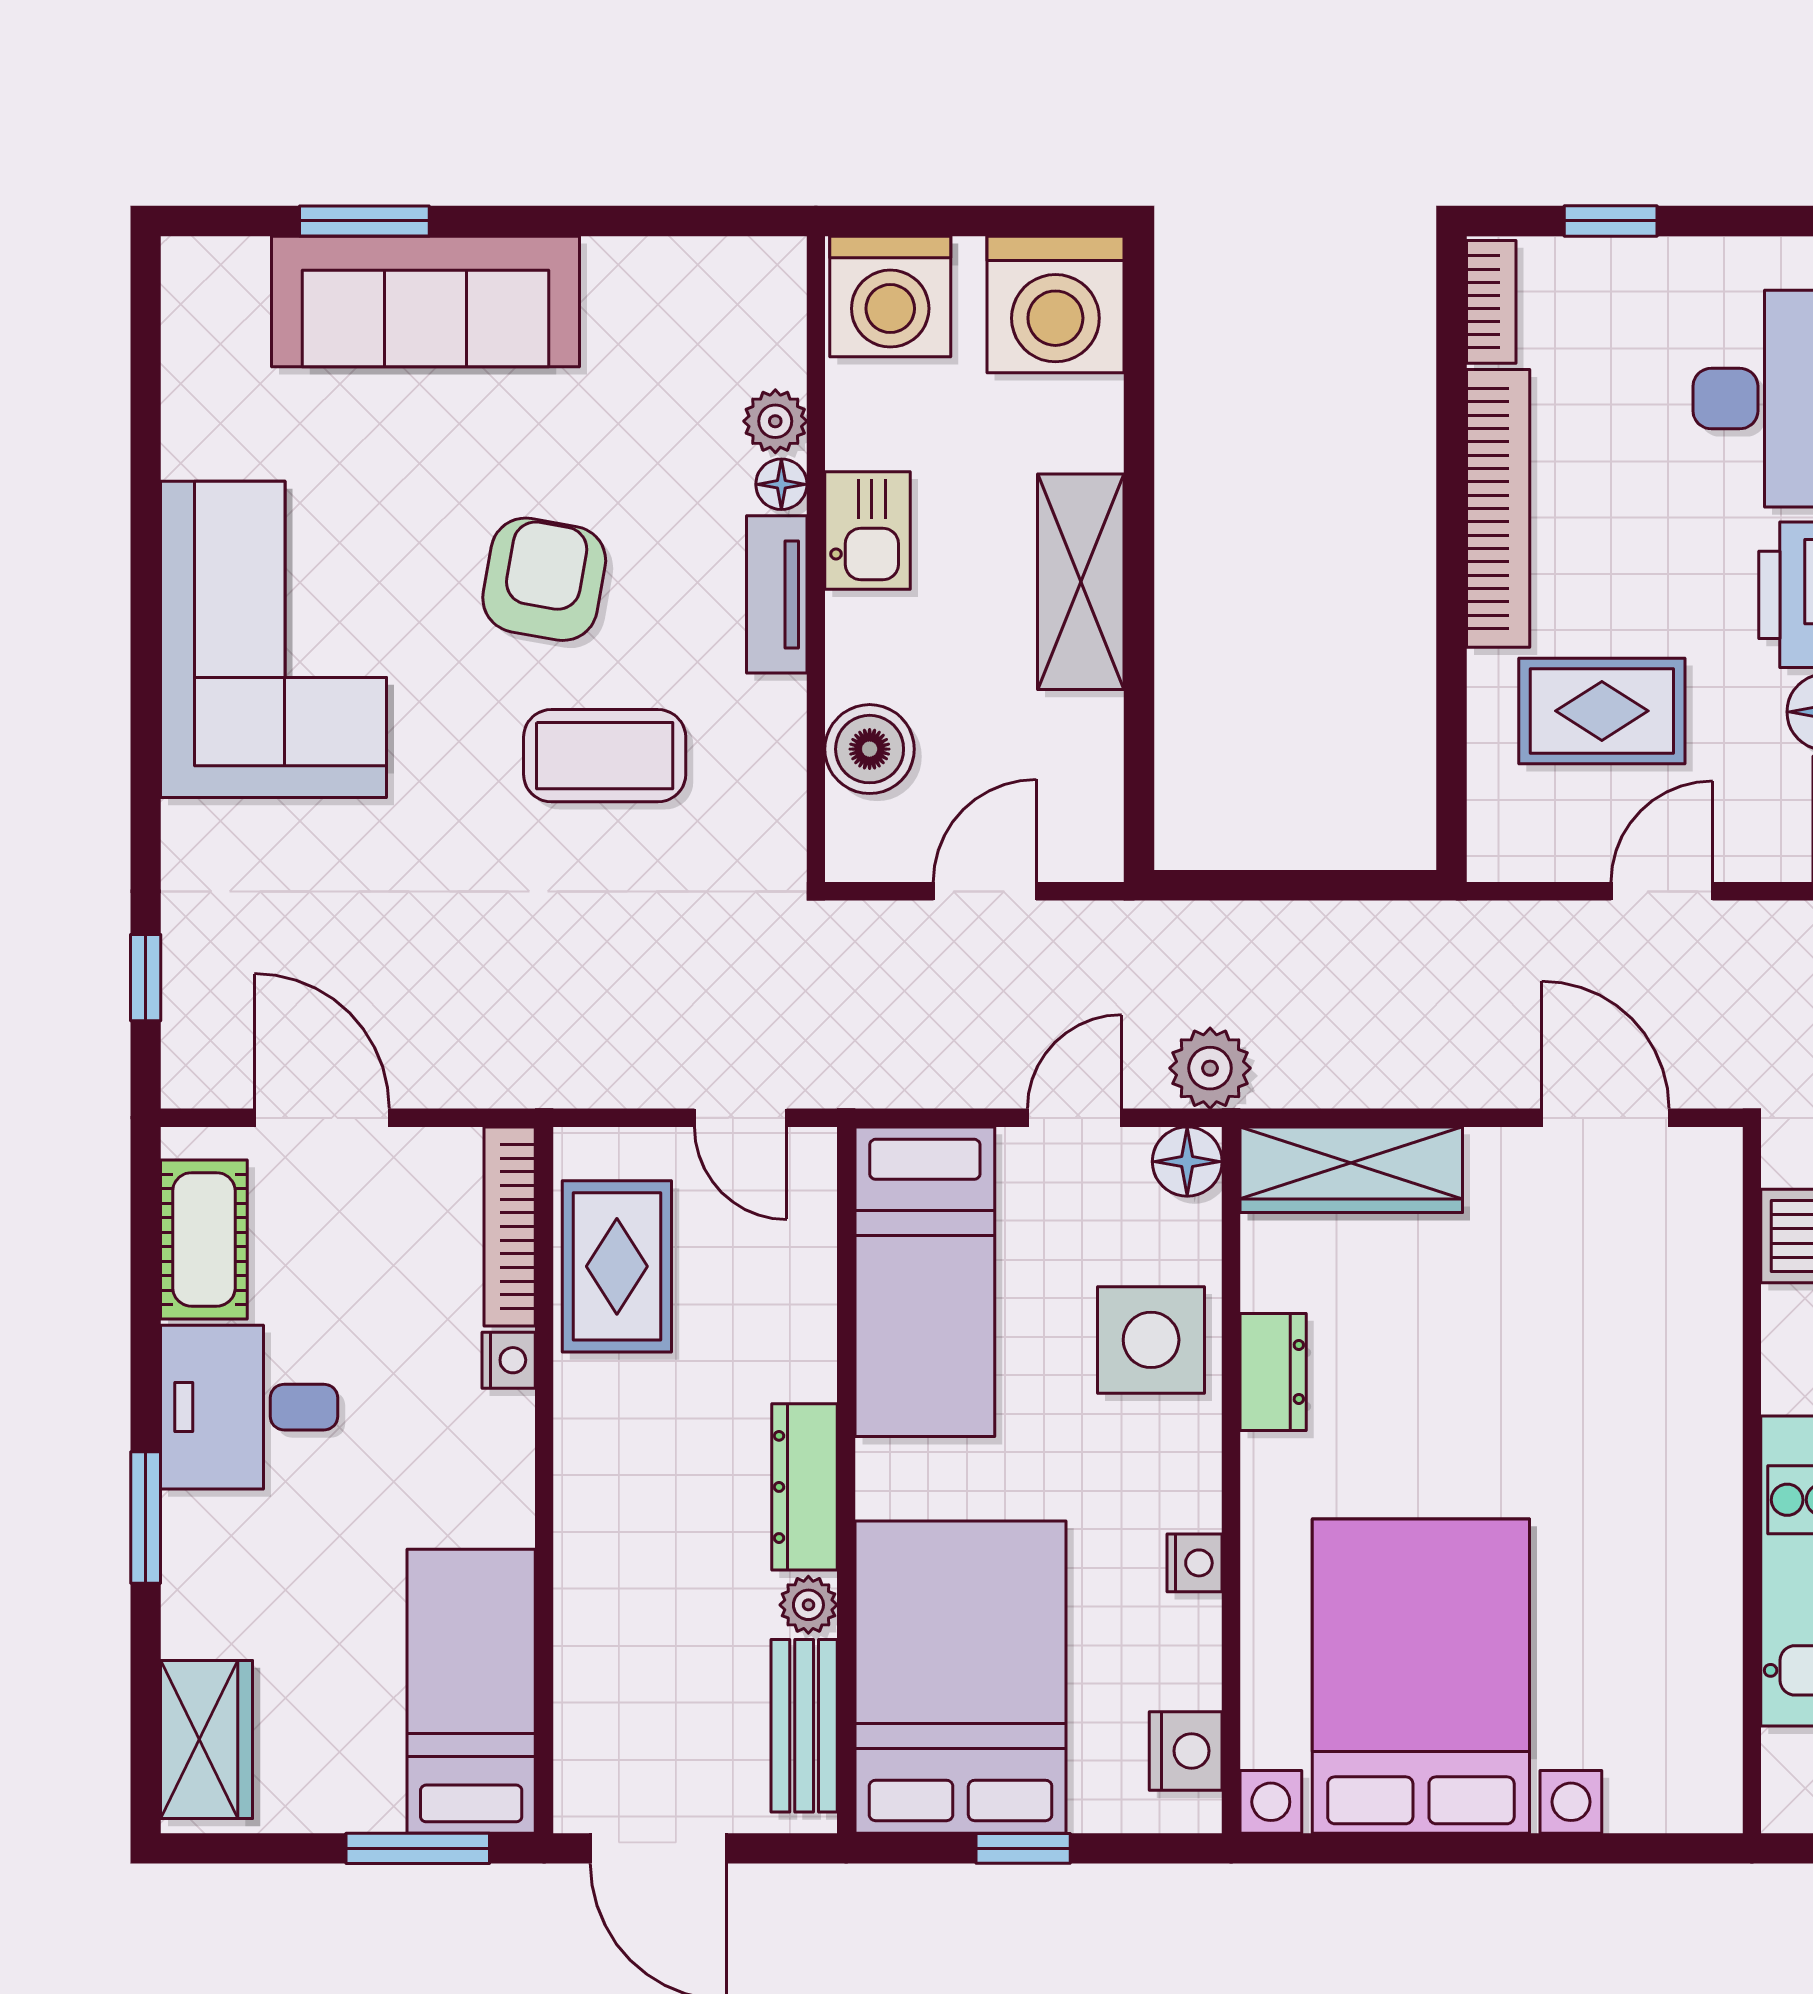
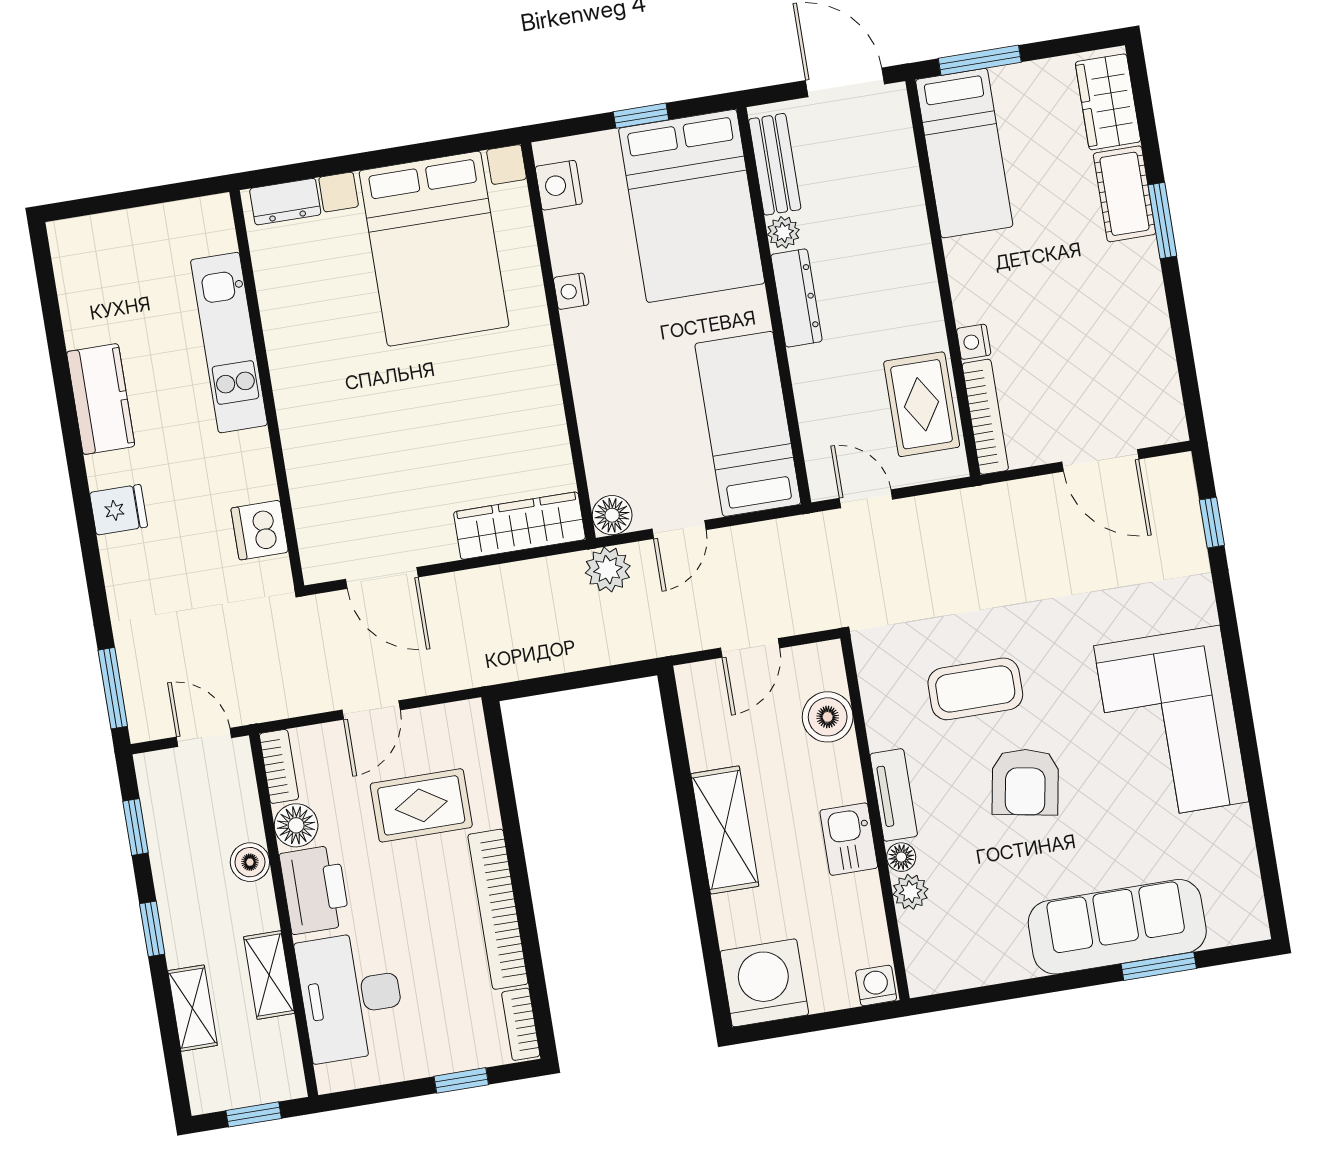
washing machine: (890, 296) -> (876, 985), width x0.53, depth x0.53
cot: (204, 1239) -> (1124, 194), moved
side table: (1151, 1340) -> (616, 412), removed
dresser: (1273, 1372) -> (285, 202), moved, turned -90
desk: (249, 1407) -> (1115, 292), removed

